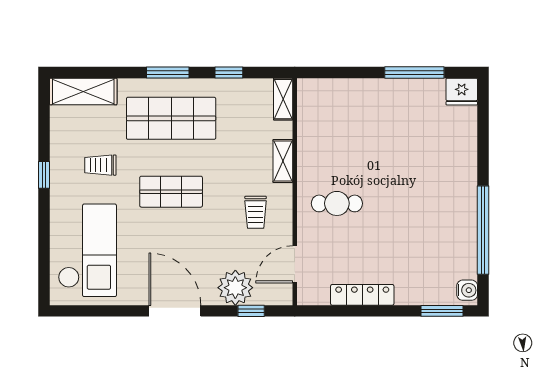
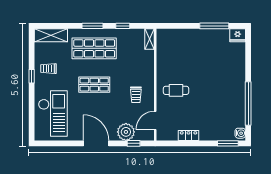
shelving: (283, 161) -> (149, 69), removed
trolley: (100, 165) -> (49, 69), moved
locker: (362, 295) -> (189, 135), width x0.66

